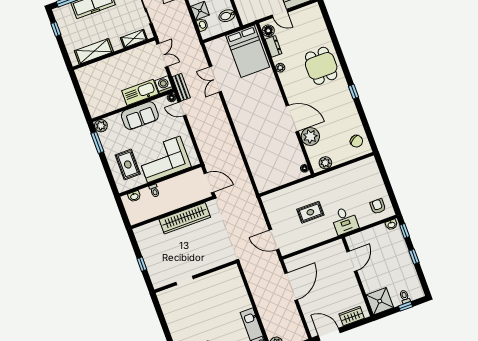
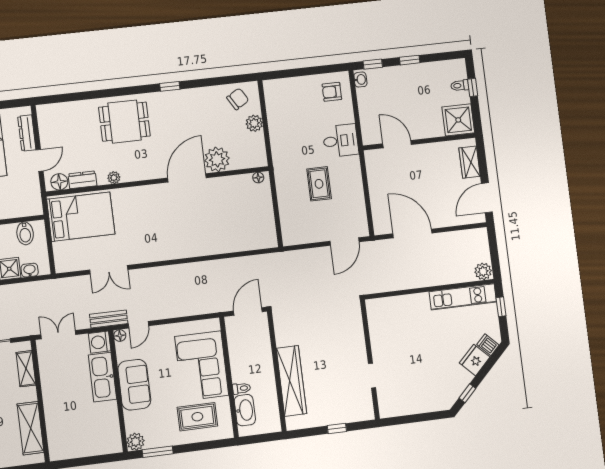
plant: (325, 163) -> (254, 123), moved
washbasin: (134, 196) -> (245, 410), width x1.91, depth x1.45
wardrobe: (185, 218) -> (291, 381), moved

